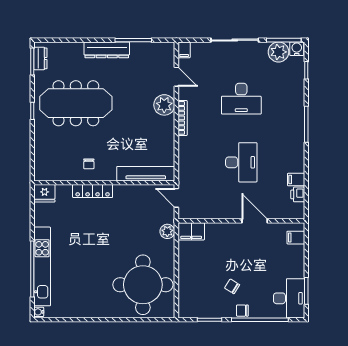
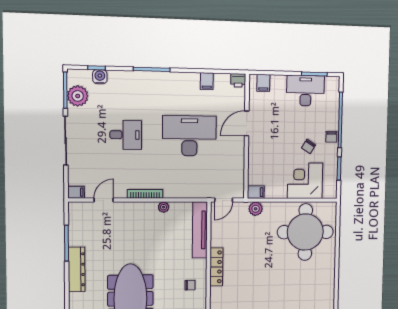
water cooler: (297, 49) -> (100, 77), moved, turned 90
desk: (241, 99) -> (126, 135), width x0.73
plant: (164, 105) -> (164, 207), moved, width x0.53, depth x0.53
desk: (241, 162) -> (189, 136), width x1.36, depth x1.30
locker: (93, 191) -> (216, 267), moved
printer: (298, 194) -> (238, 80), moved
filing cabinet: (191, 231) -> (256, 192), width x0.50
corner desk: (197, 283) -> (305, 181), added
desk: (289, 298) -> (305, 91), moved

